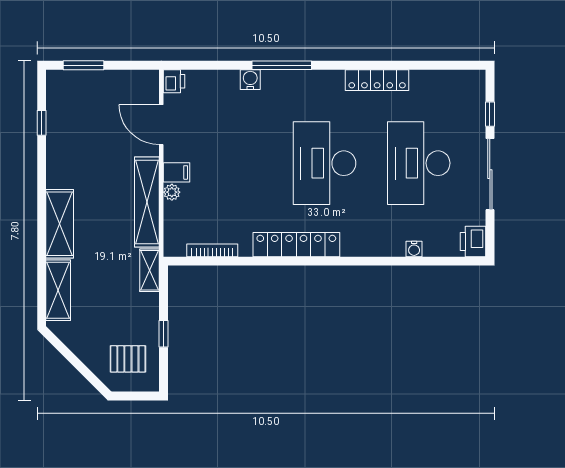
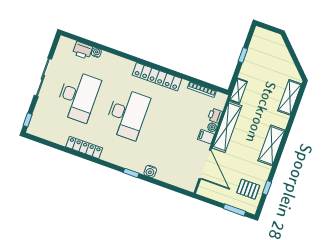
window: (282, 65) -> (131, 173), width x0.46
printer: (174, 81) -> (215, 116), moved
window: (490, 114) -> (28, 120), moved
door: (161, 125) -> (205, 164), width x1.36
shelving: (60, 224) -> (272, 145), moved
printer: (473, 241) -> (83, 50), moved, turned 90
pallet: (128, 359) -> (248, 189), moved

